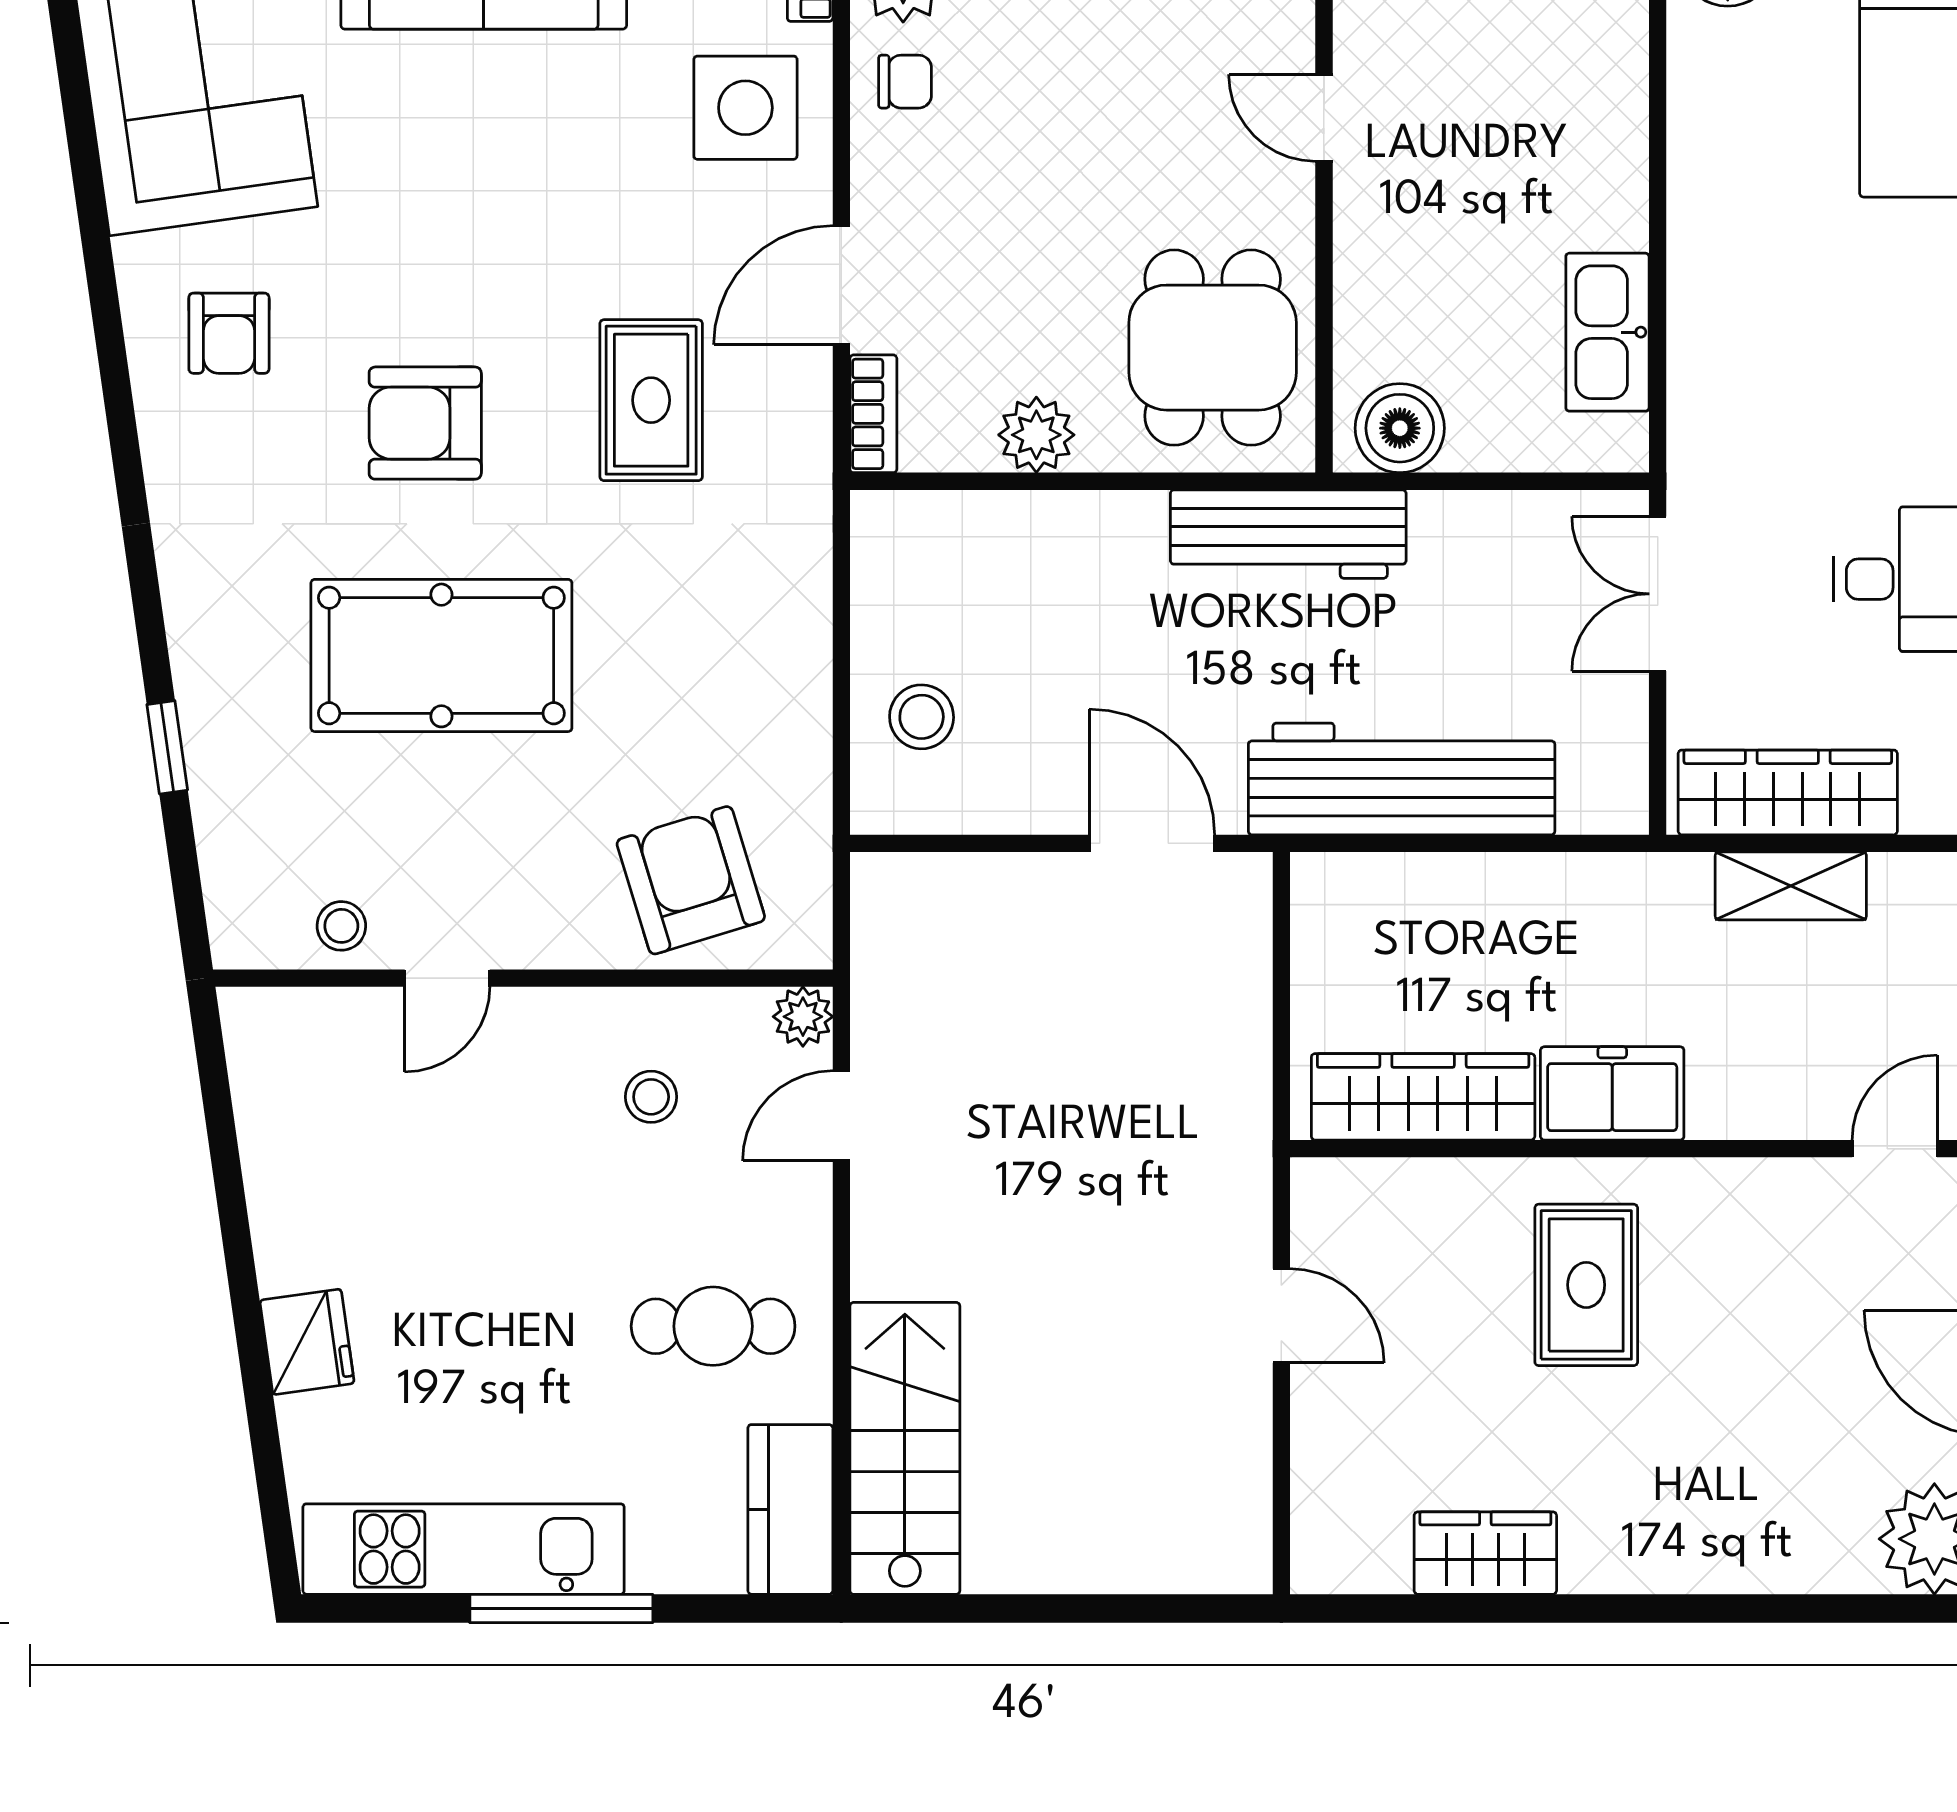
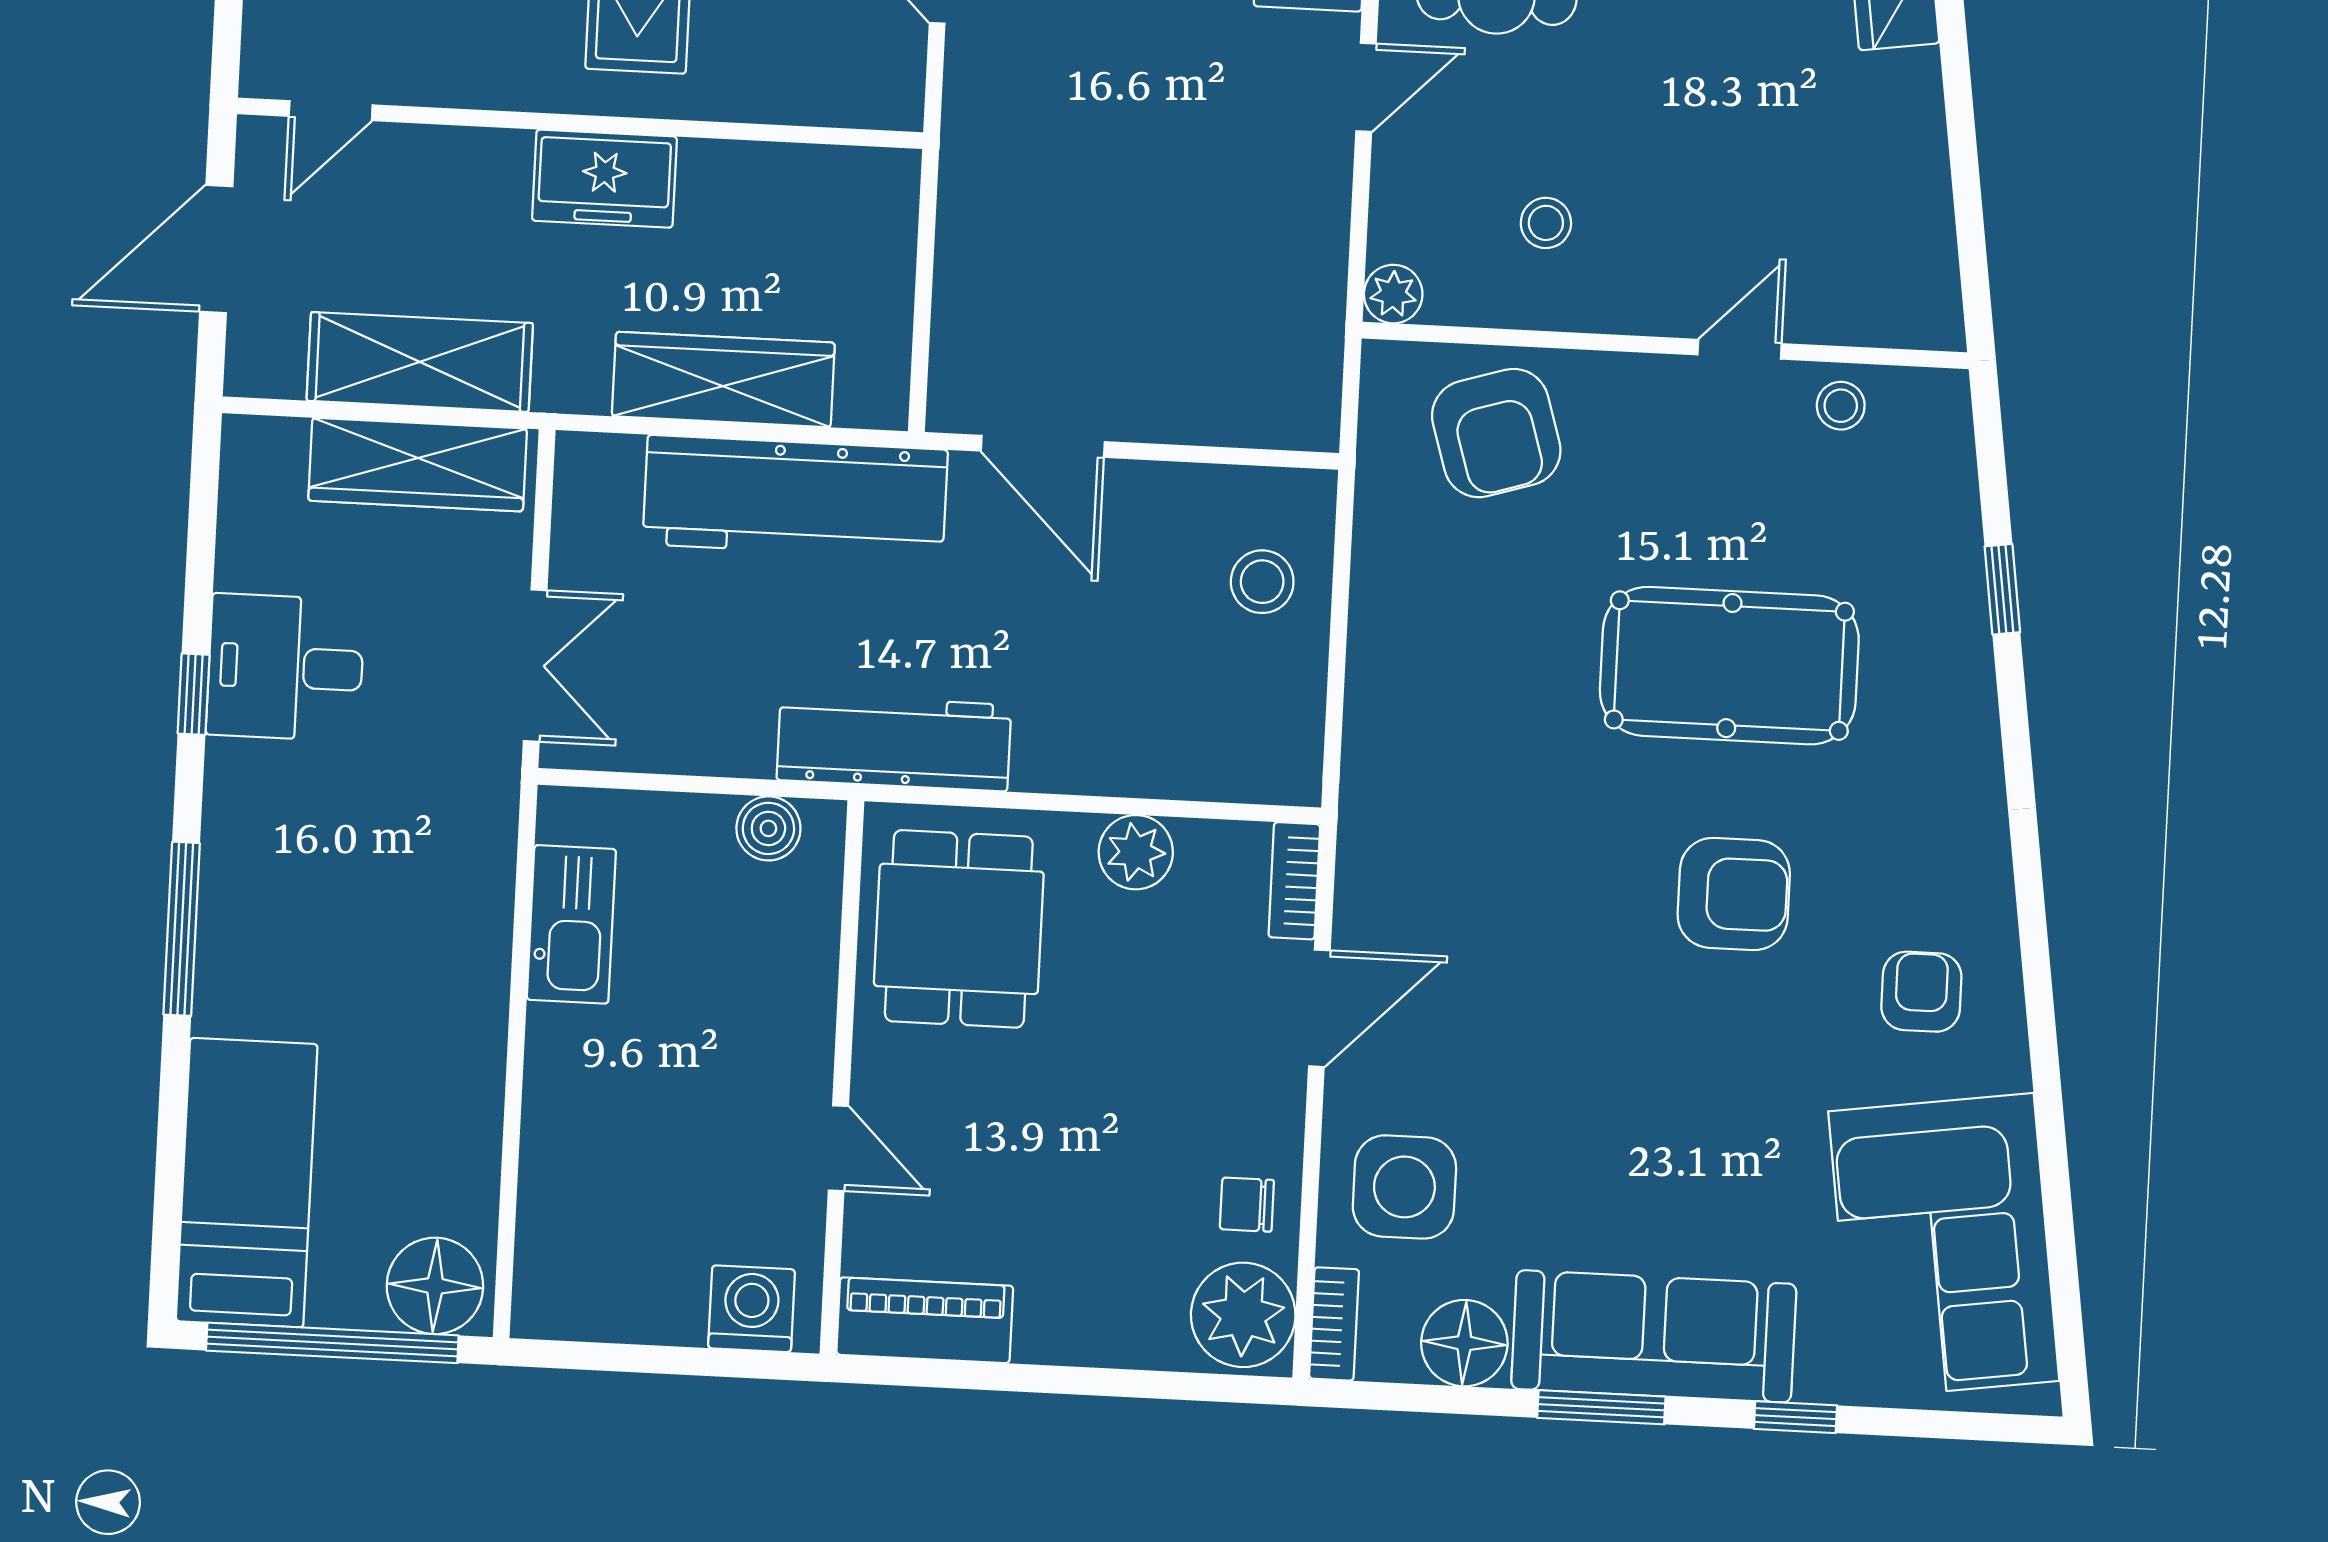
rug: (651, 400) -> (1511, 905), removed
boiler: (1400, 428) -> (768, 828), width x0.73, depth x0.73
shelving: (1791, 886) -> (420, 362), width x1.50, depth x1.33
wardrobe: (1423, 1097) -> (723, 379), moved, turned 180
door: (841, 1116) -> (1366, 87), moved

